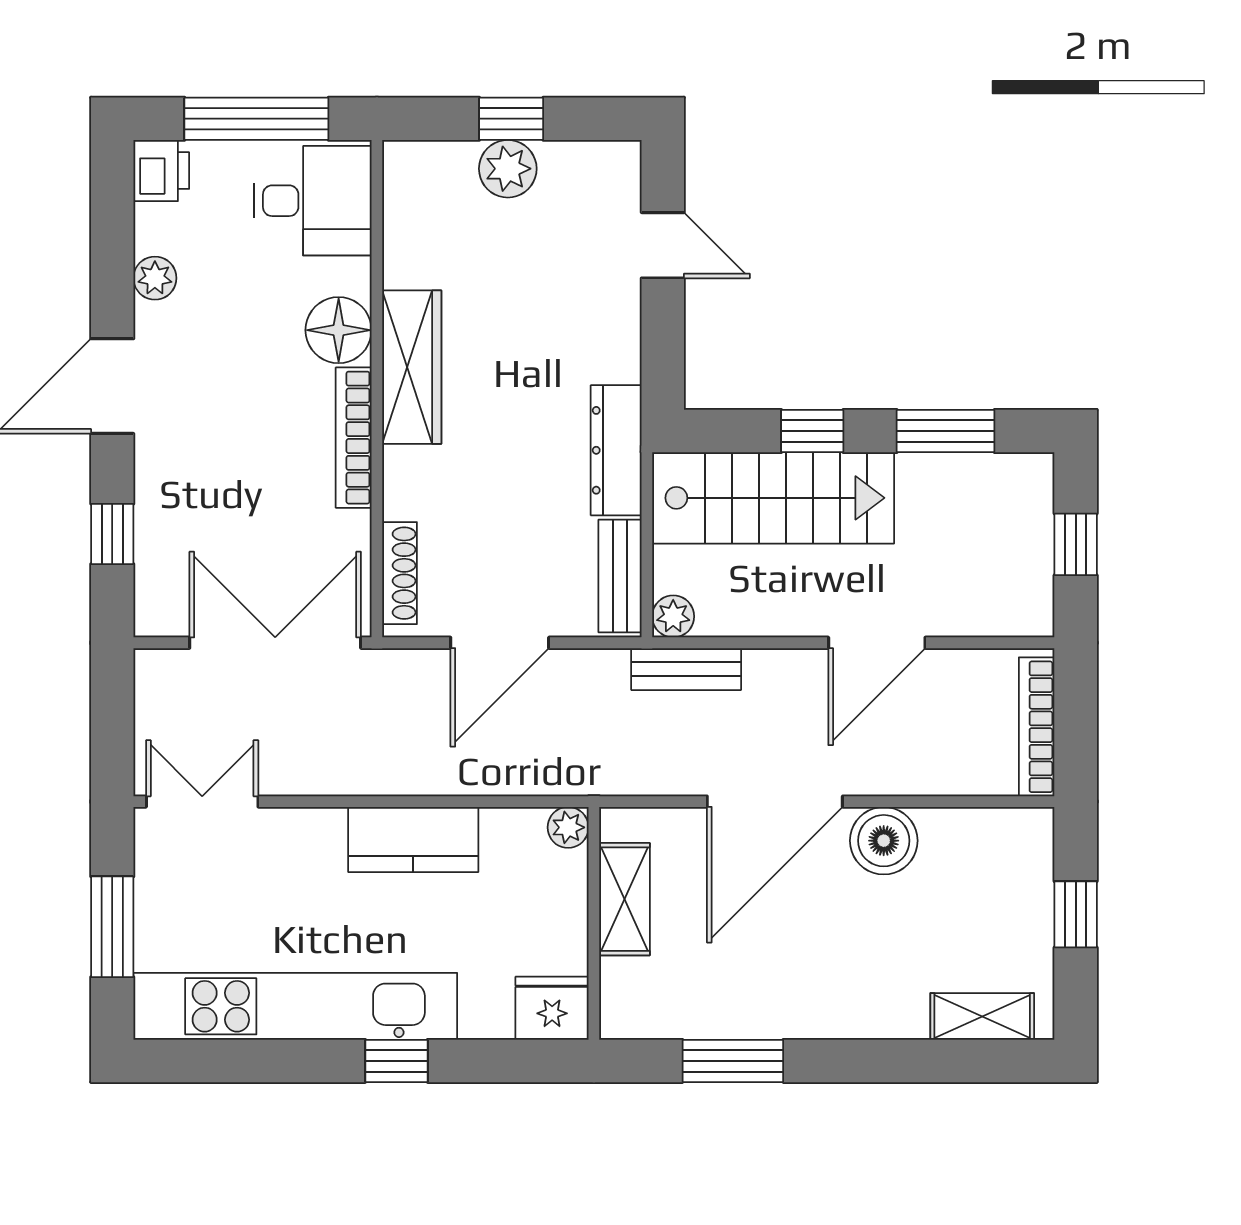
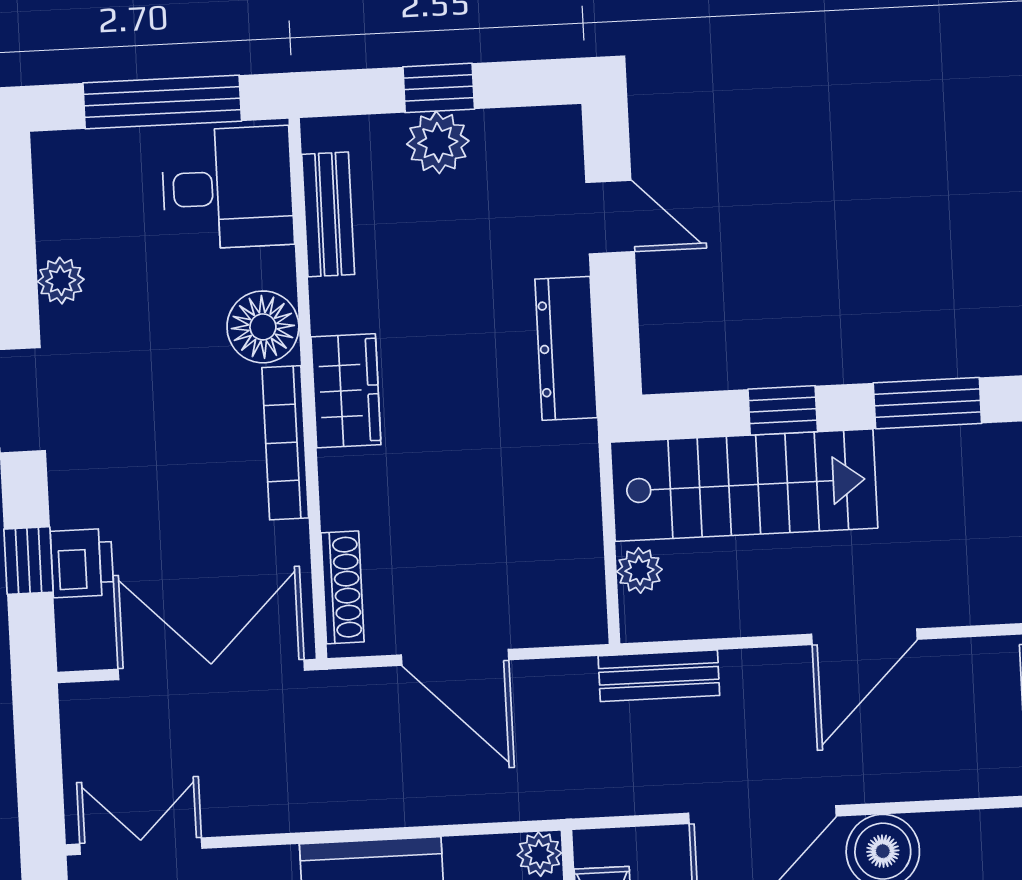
printer: (161, 171) -> (82, 563), moved
wardrobe: (412, 367) -> (346, 391), width x0.67
dresser: (616, 450) -> (566, 348), moved
bench: (620, 576) -> (328, 214), moved
plant: (673, 616) -> (639, 570), moved
door: (500, 643) -> (455, 657), hinge flipped

